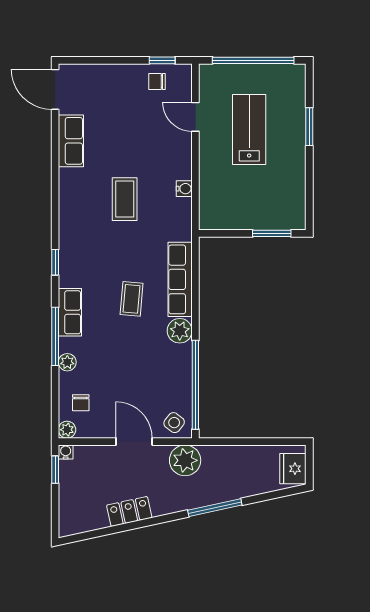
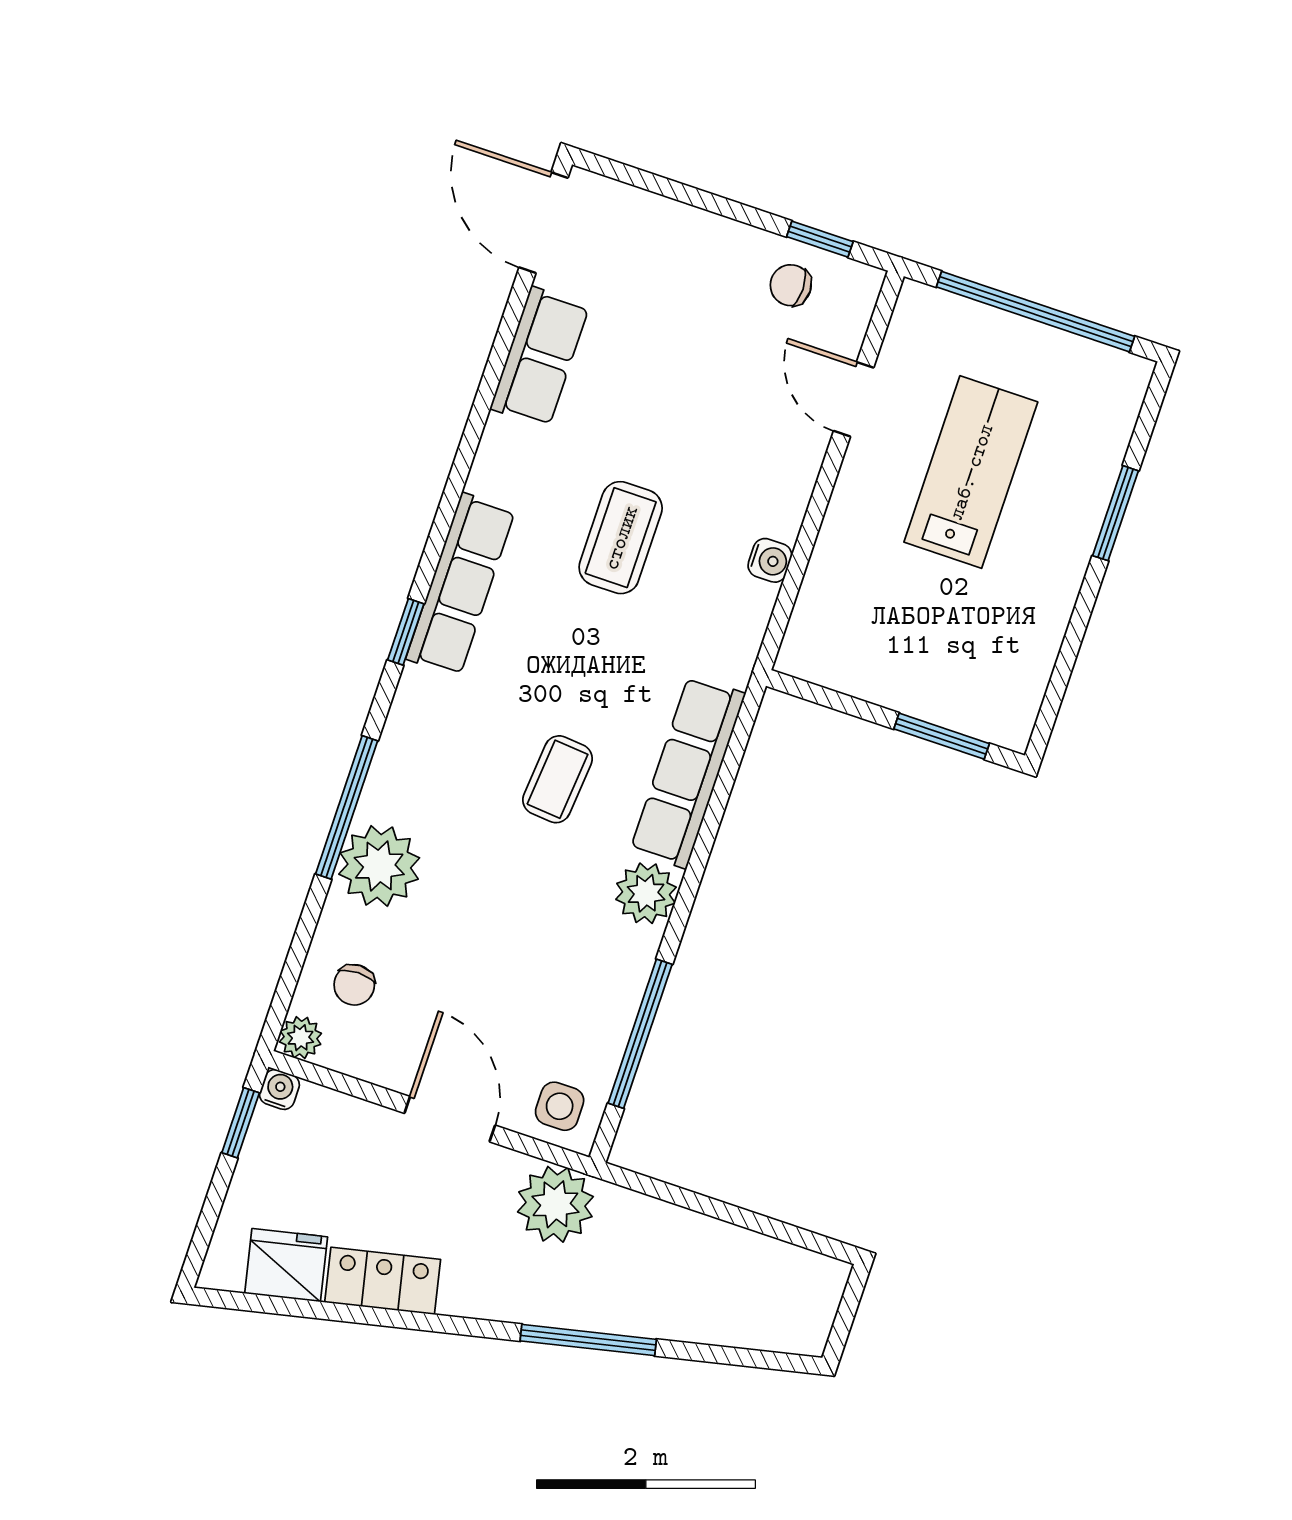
row of seats: (70, 312) -> (461, 584), moved, width x1.48
plant: (67, 362) -> (379, 866), width x1.87, depth x1.87
window: (195, 385) -> (640, 1034), width x0.68
side table: (174, 423) -> (560, 1106), turned -38
fridge: (293, 469) -> (286, 1265), moved, turned 78

